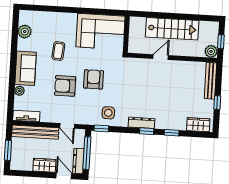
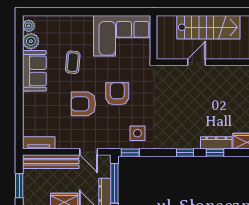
sofa: (26, 68) -> (34, 71), moved
plant: (19, 91) -> (29, 26), moved
dresser: (141, 123) -> (216, 143), moved

